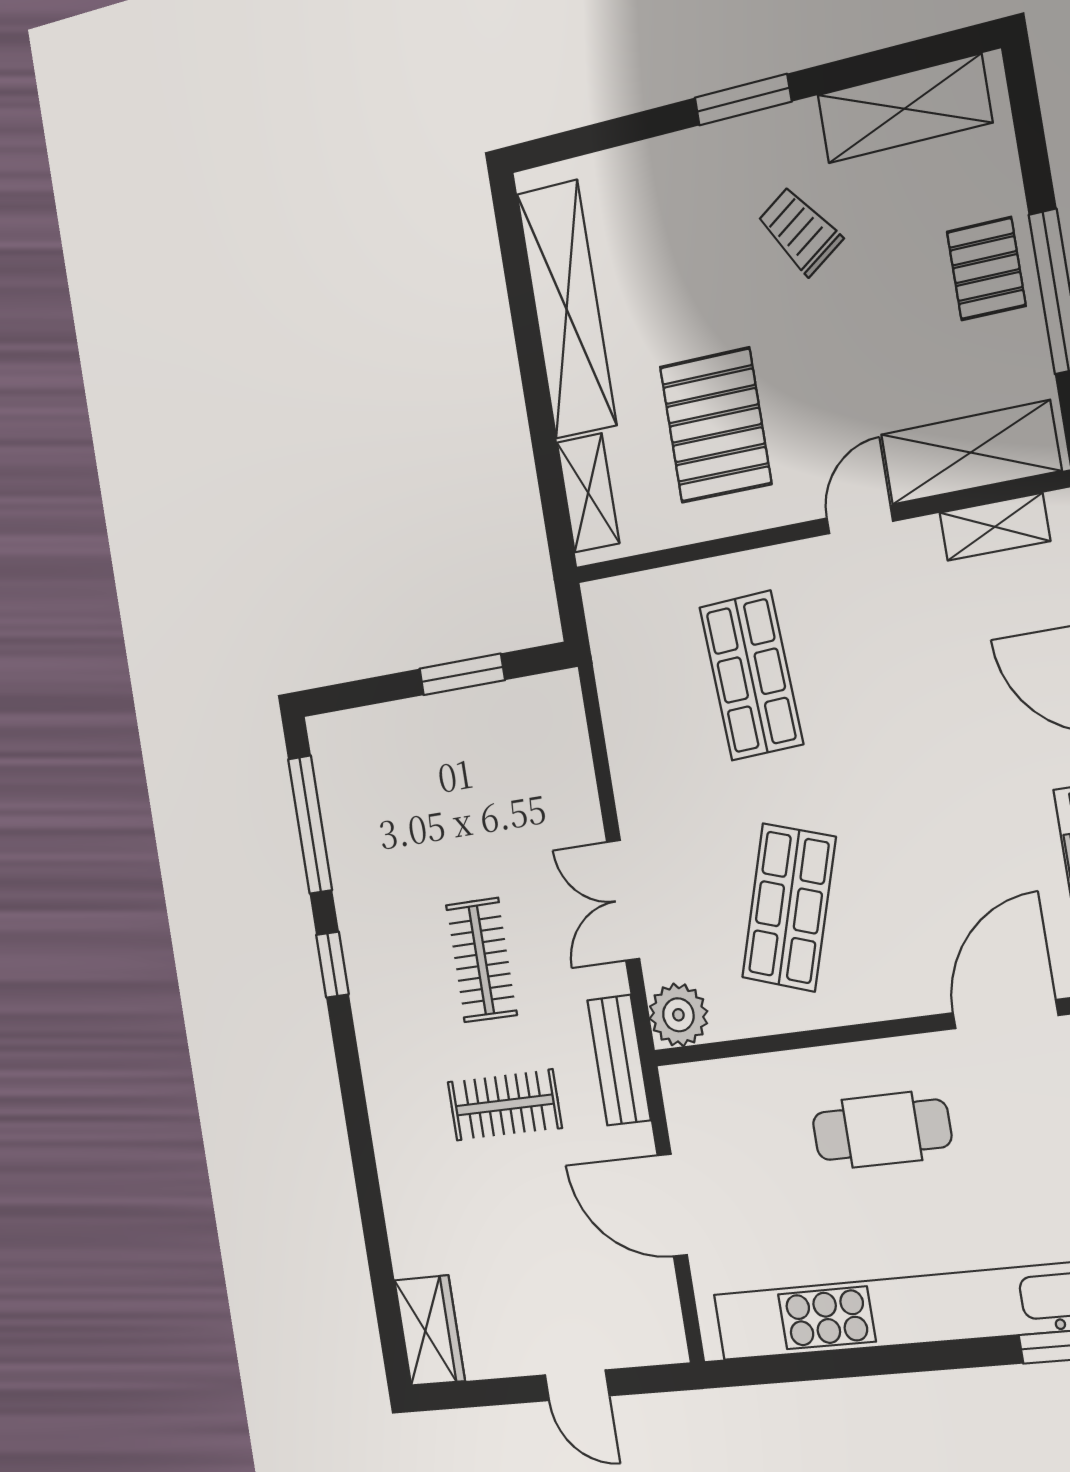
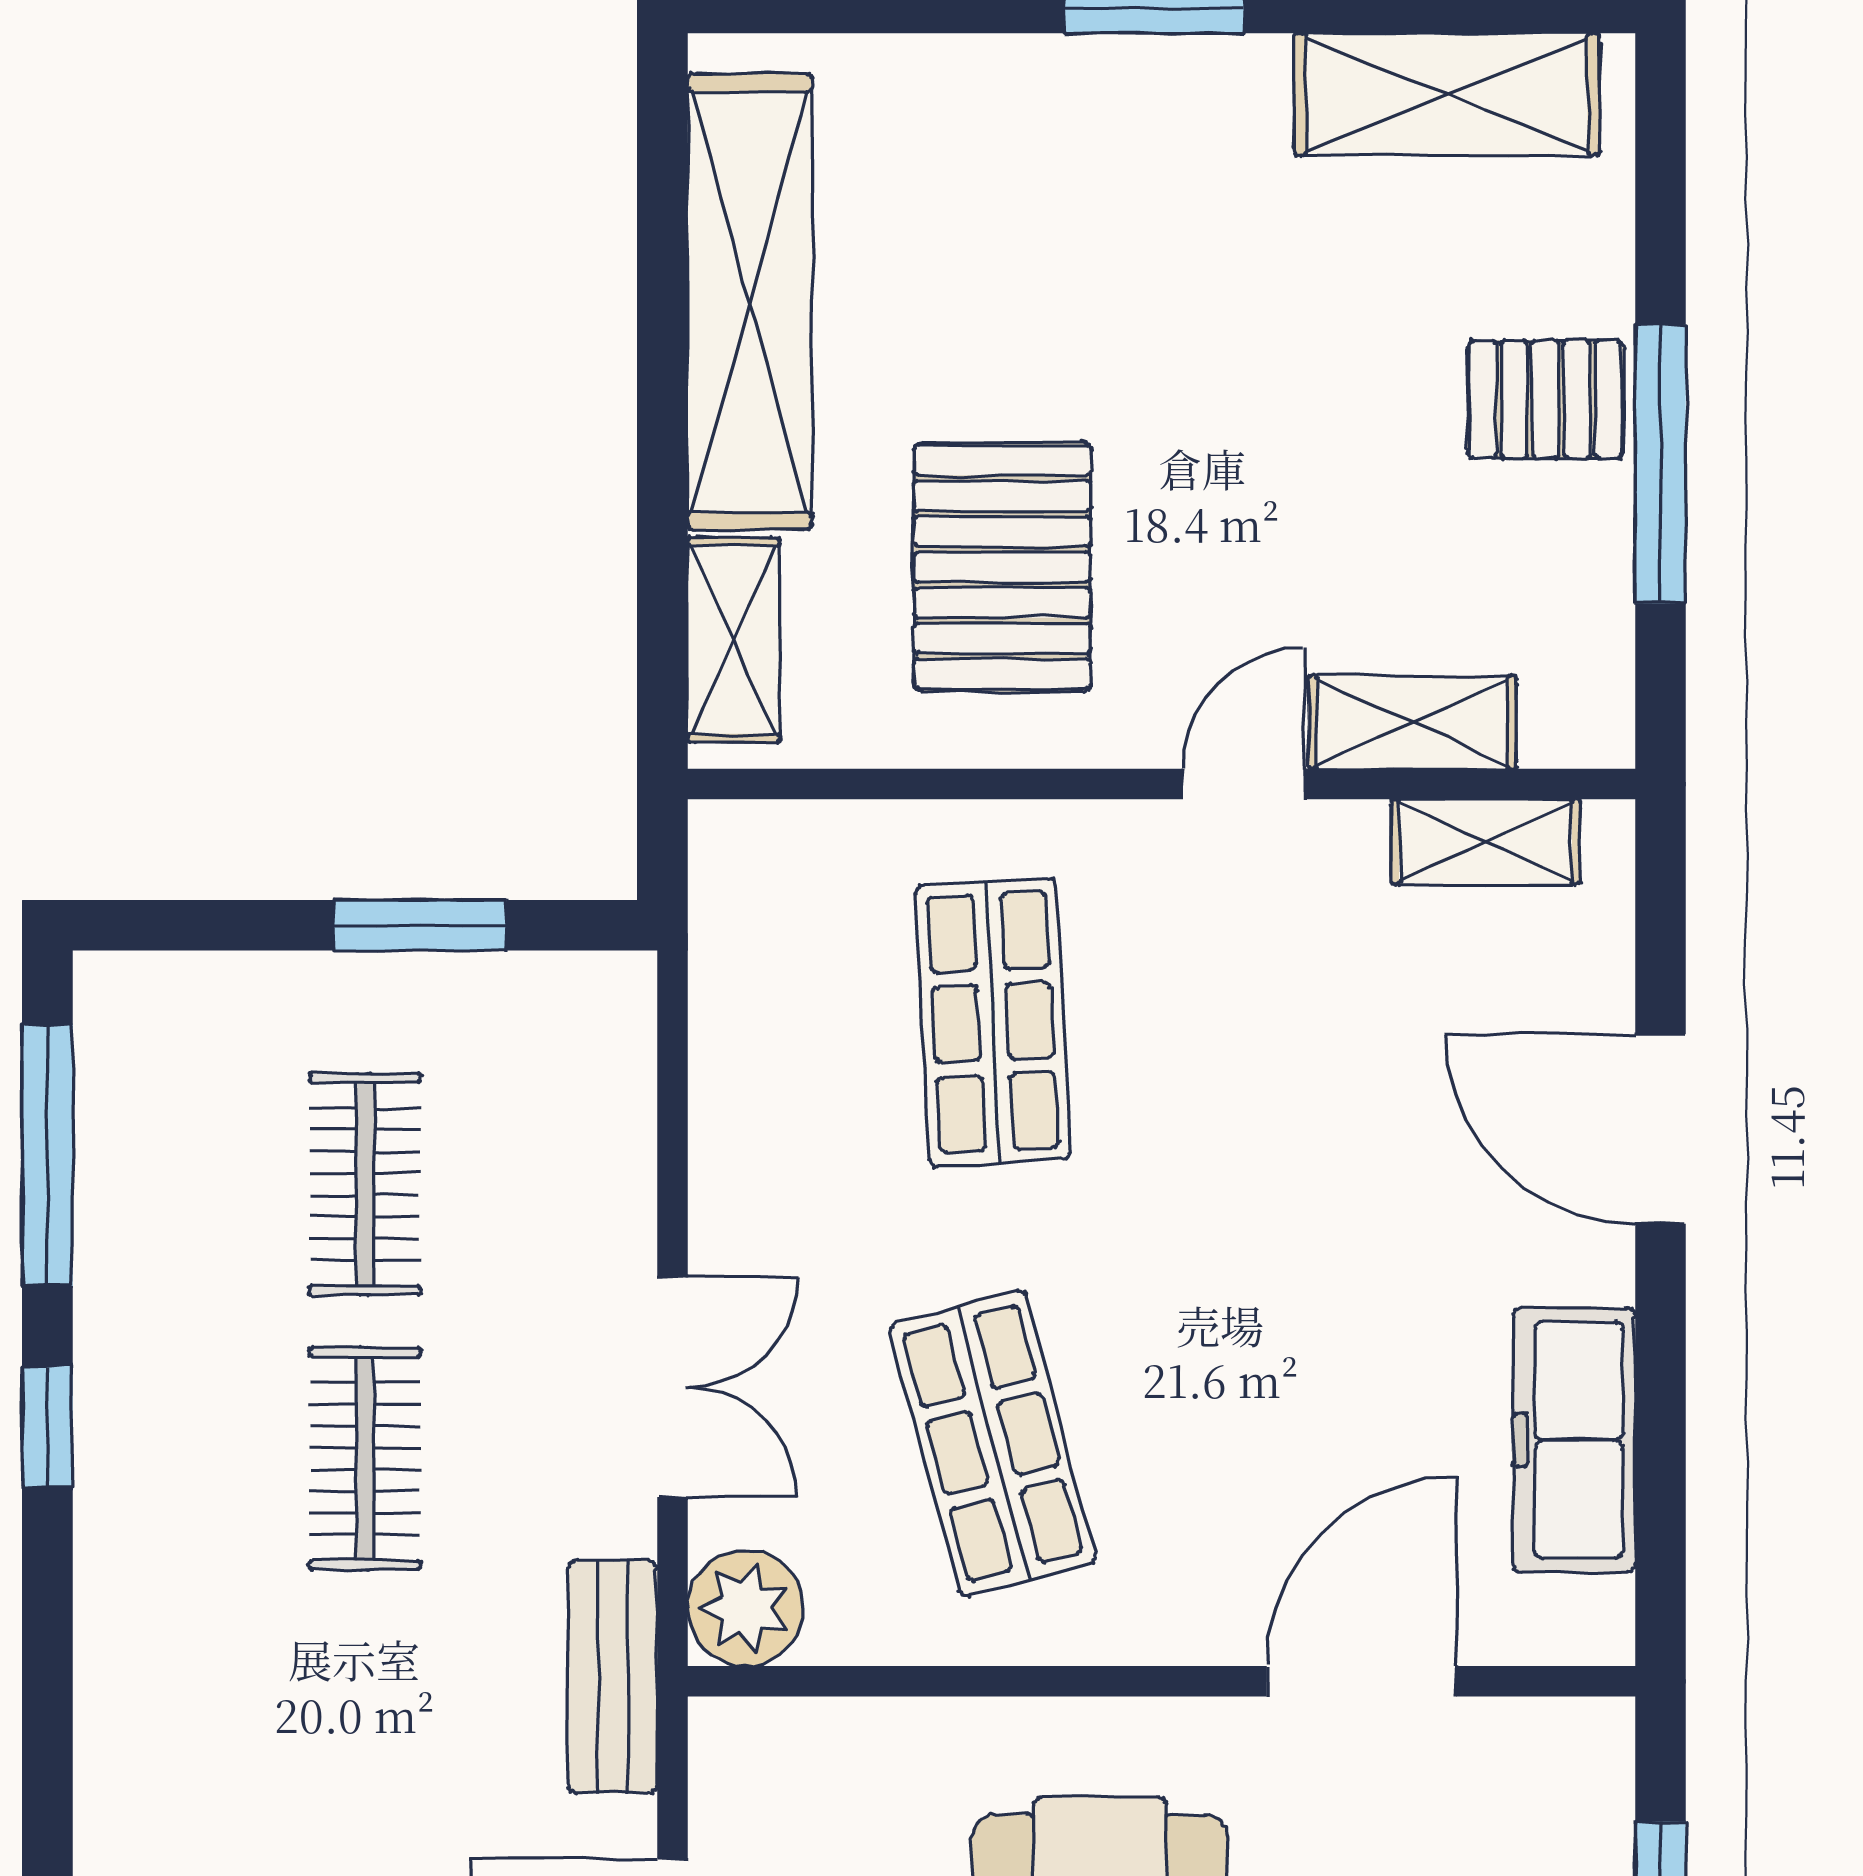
trolley: (800, 231) -> (1220, 260), removed
pallet: (986, 269) -> (1546, 399), turned 90
shelving: (971, 453) -> (1412, 722), width x0.67, depth x0.75
double door: (623, 900) -> (672, 1387), swing flipped
shop shelf: (789, 907) -> (993, 1443), turned -33
clothes rail: (505, 1105) -> (365, 1184), moved, turned 90

